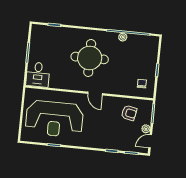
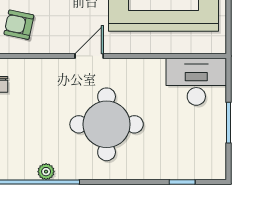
desk: (38, 75) -> (196, 82), width x1.37
door: (95, 93) -> (89, 56), hinge flipped

